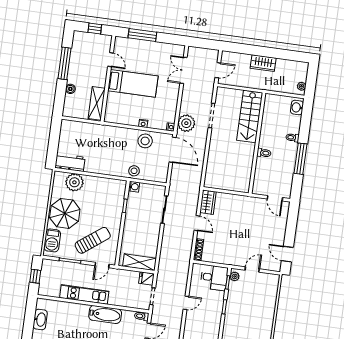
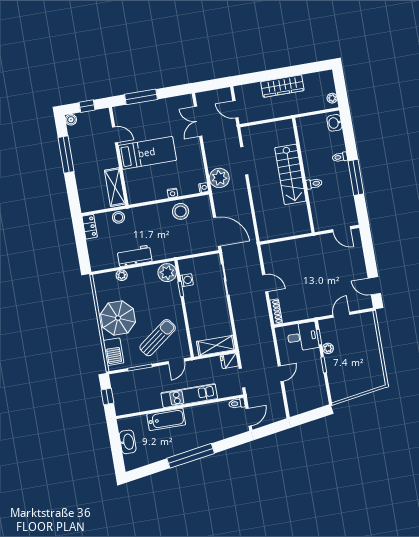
wardrobe: (263, 63) -> (282, 86), width x1.50
door: (218, 70) -> (235, 109), swing flipped
boiler: (70, 89) -> (71, 120), moved
stairs: (250, 116) -> (290, 174), moved
locker: (65, 130) -> (90, 227), added
door: (173, 150) -> (217, 232), moved
workbench: (70, 162) -> (135, 256), moved
stool: (134, 171) -> (119, 217), moved
plant: (74, 182) -> (122, 275), width x0.53, depth x0.53
washing machine: (134, 187) -> (187, 280), moved
plant: (118, 189) -> (167, 273), added
wardrobe: (208, 202) -> (270, 256), removed
plant: (235, 276) -> (328, 348), moved
kitchen unit: (84, 294) -> (189, 396), moved
bathtub: (105, 314) -> (166, 419), moved

